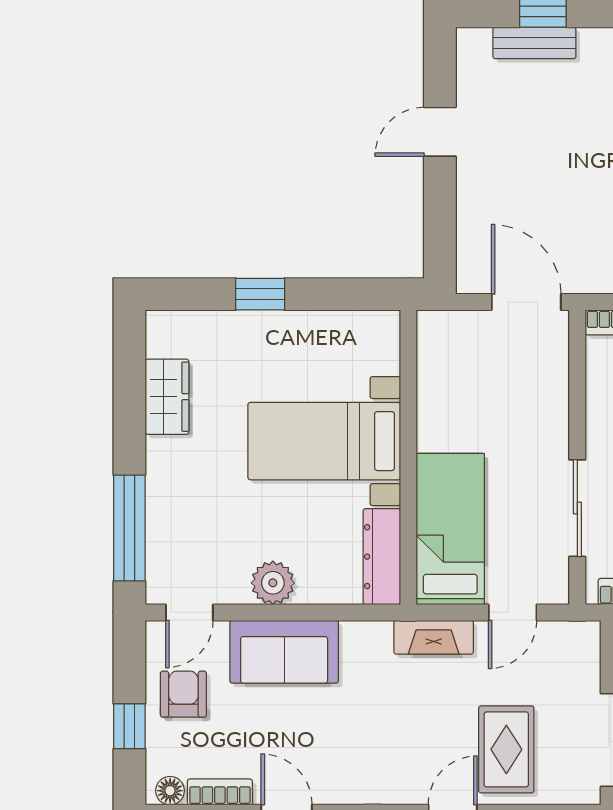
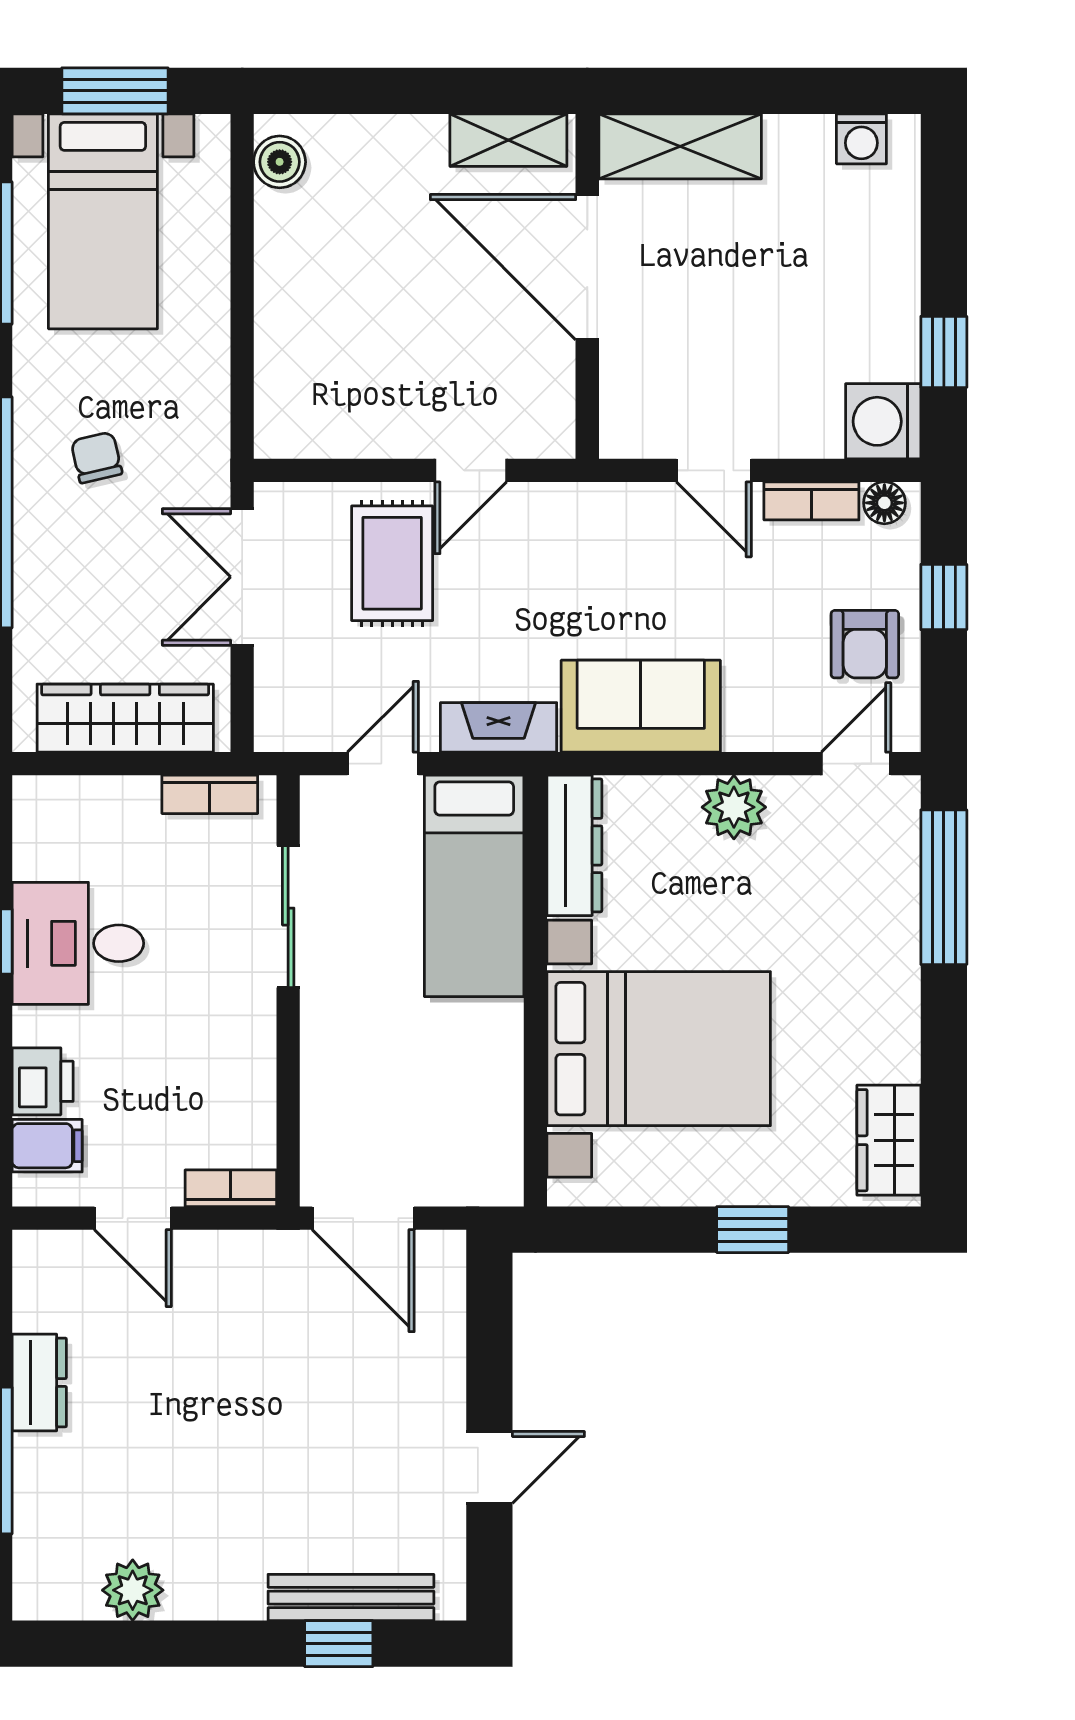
bench: (534, 43) -> (351, 1598), width x1.36
wardrobe: (167, 397) -> (889, 1140), moved
bed with nightstands: (324, 441) -> (659, 1049), width x1.36
sofa: (284, 652) -> (641, 706), moved

